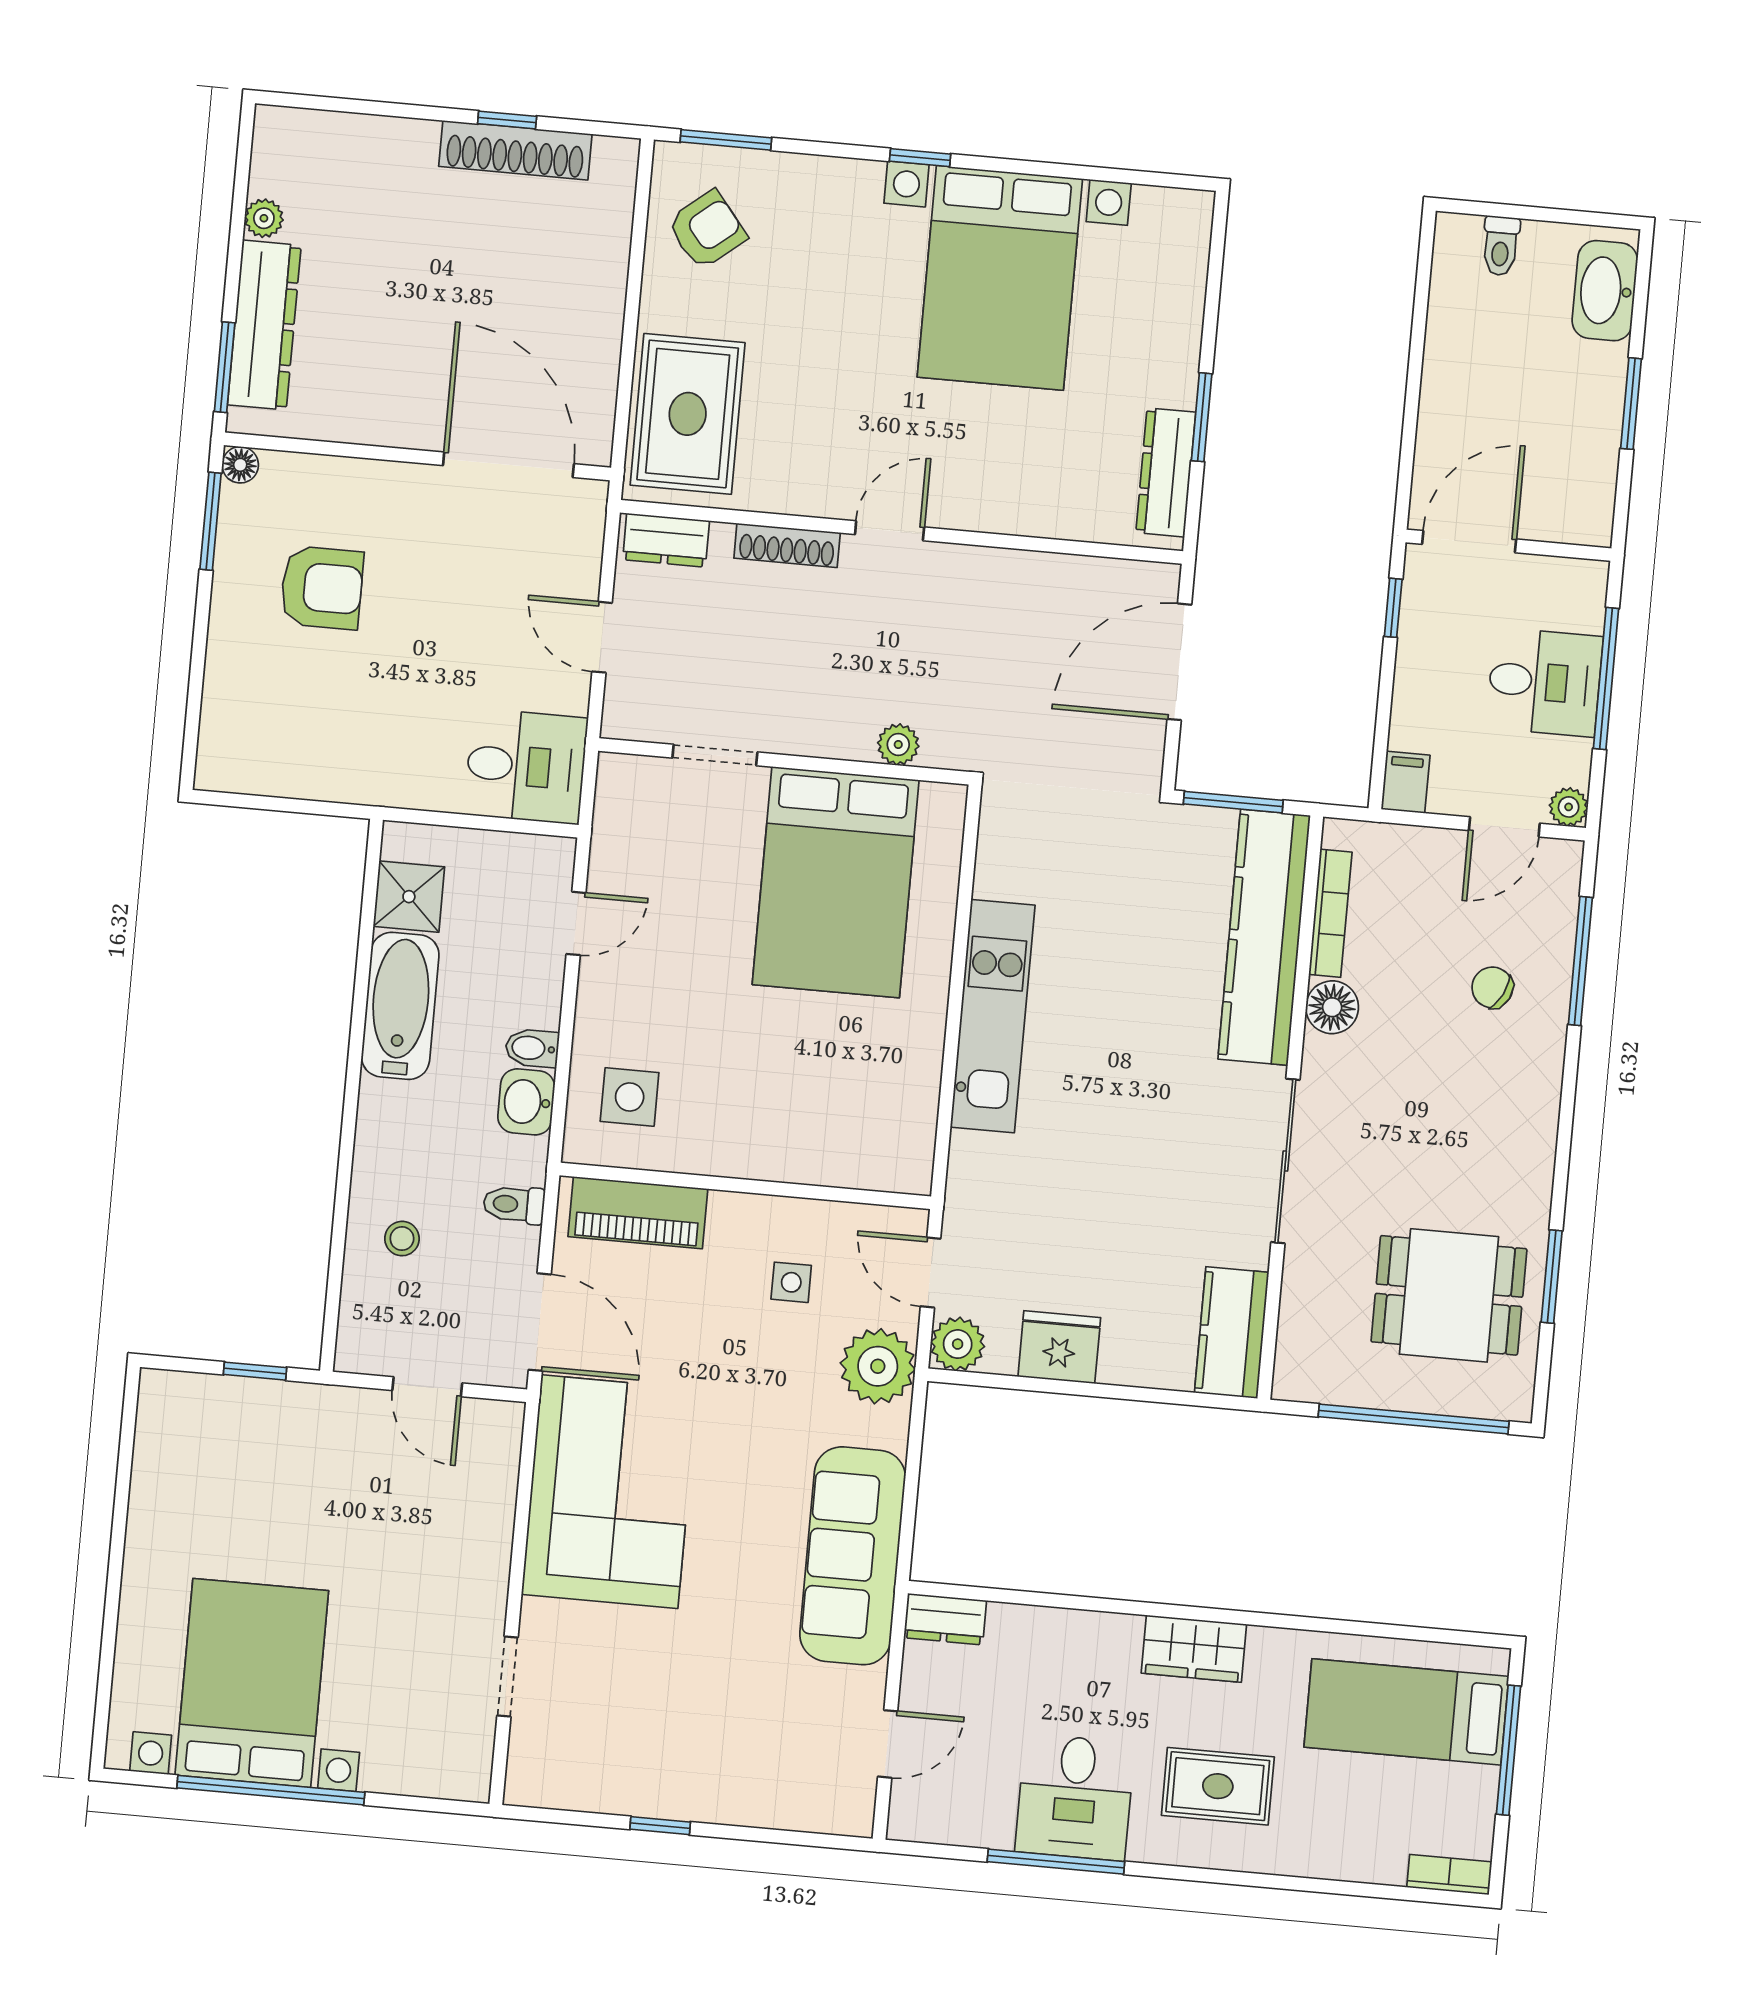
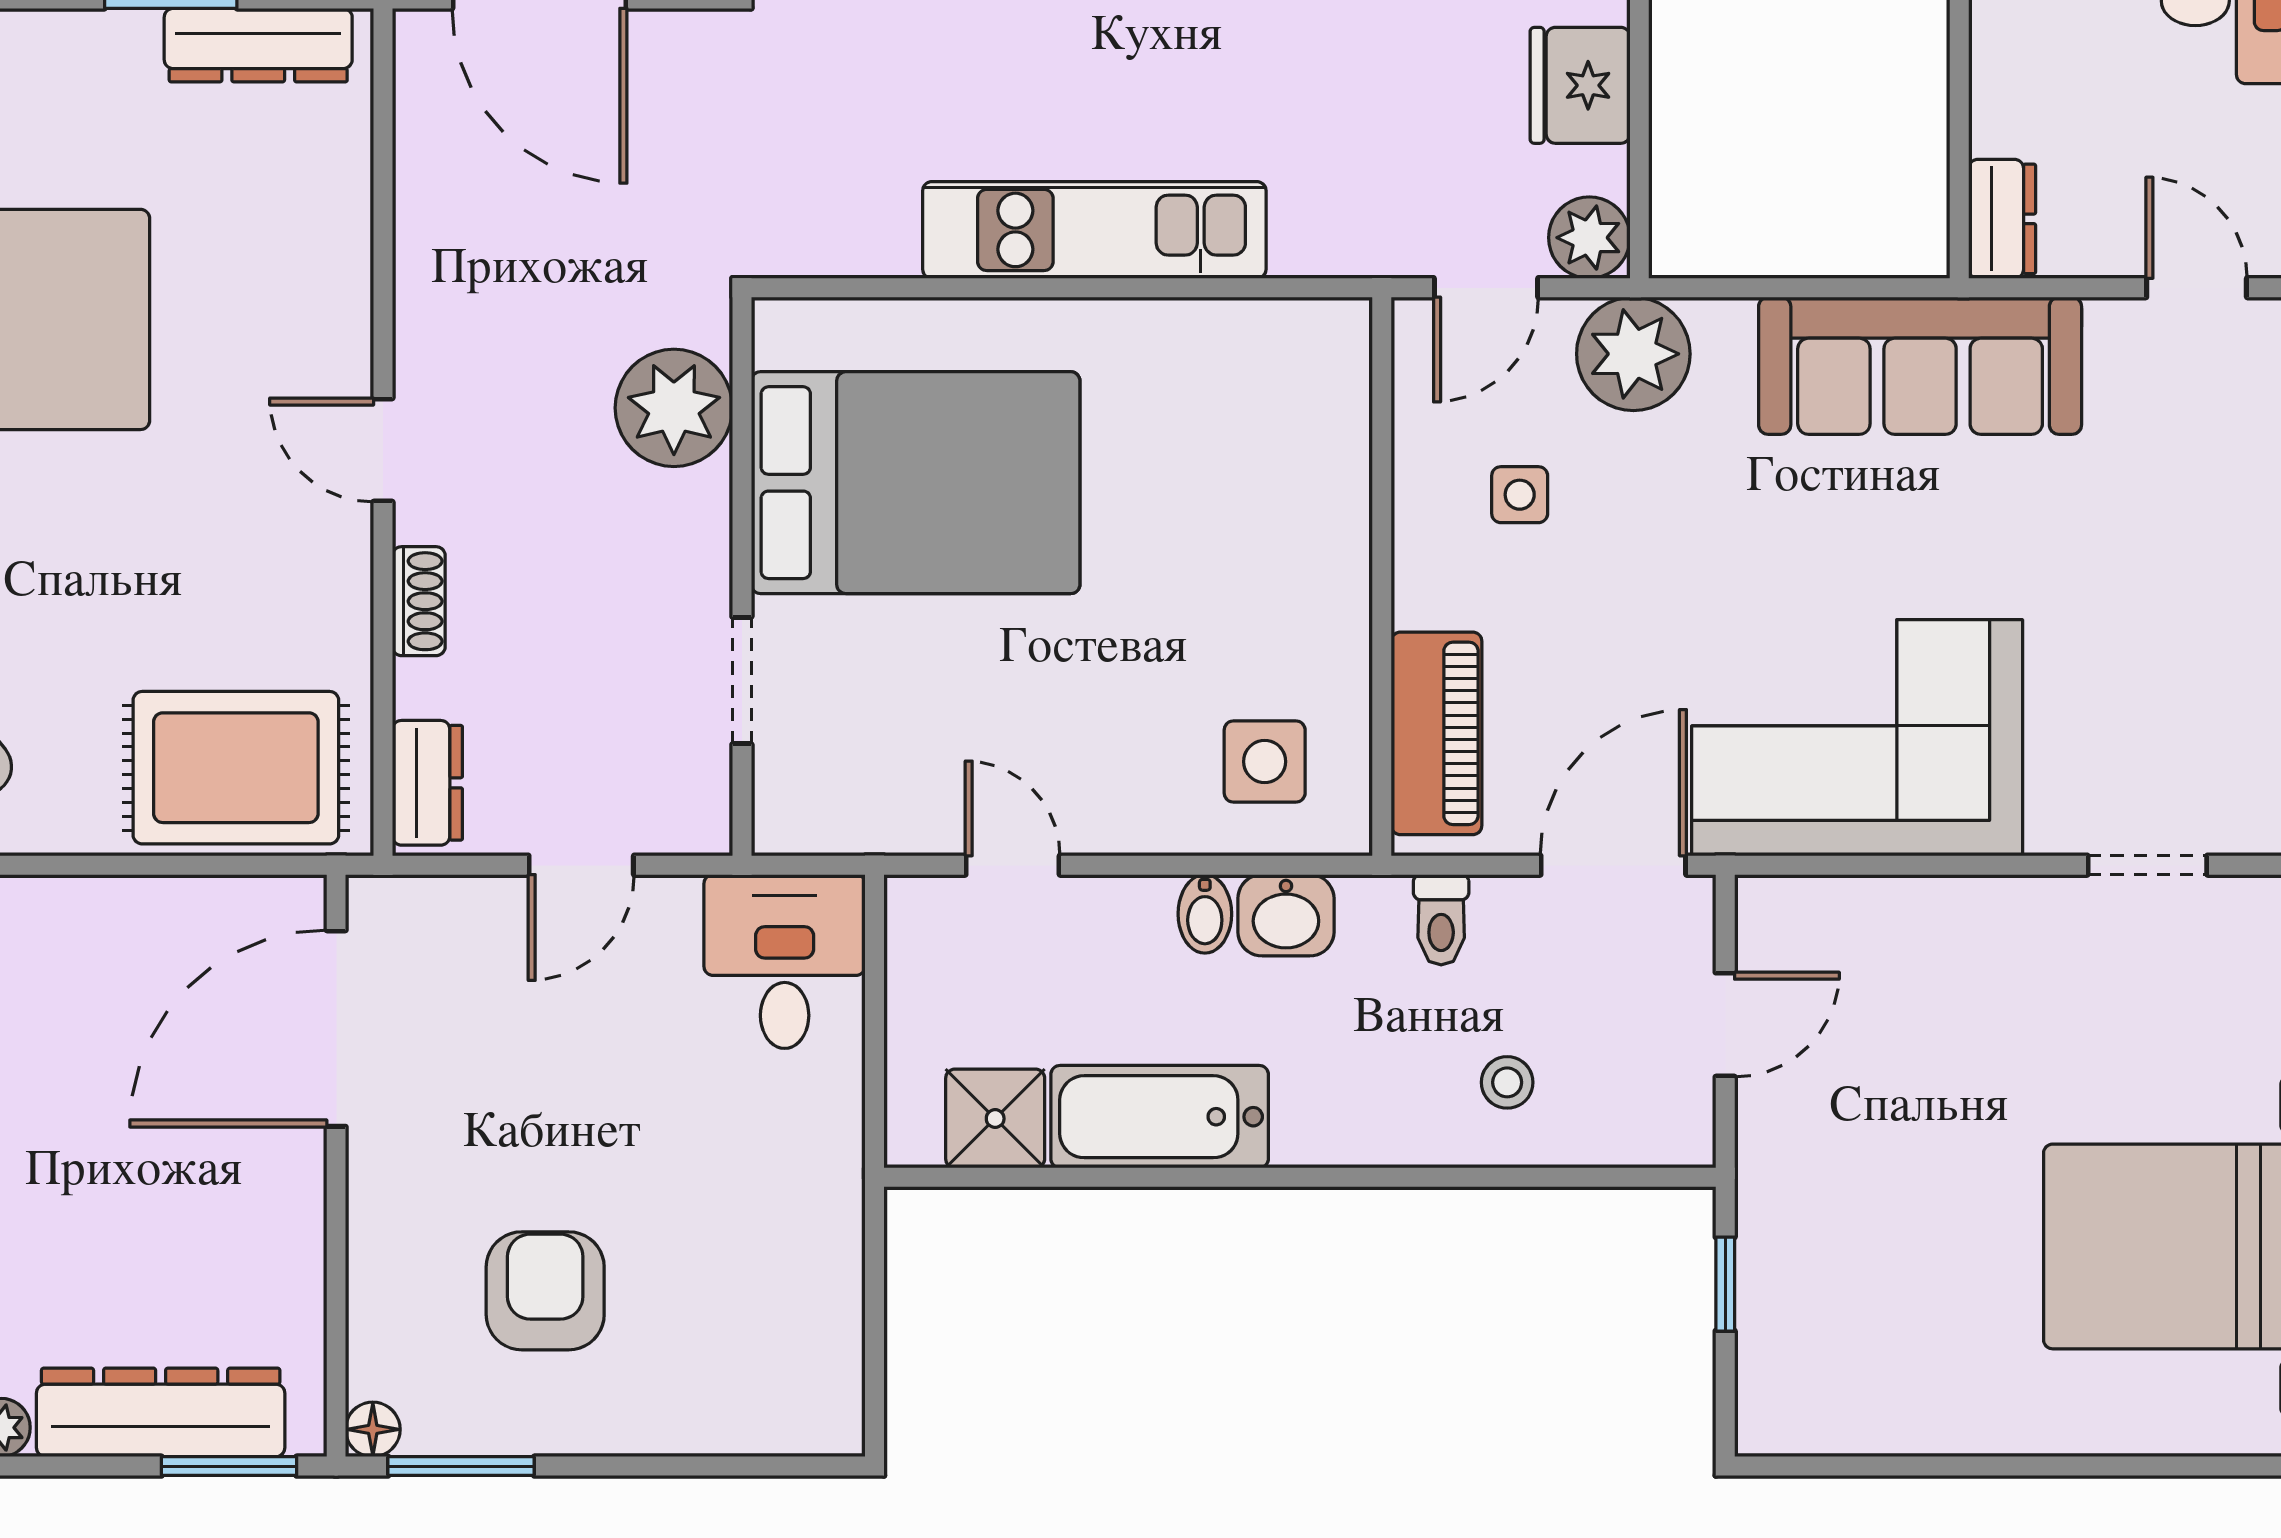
shoe rack: (787, 545) -> (419, 601), width x0.70
plant: (898, 745) -> (674, 408), width x1.87, depth x1.87

